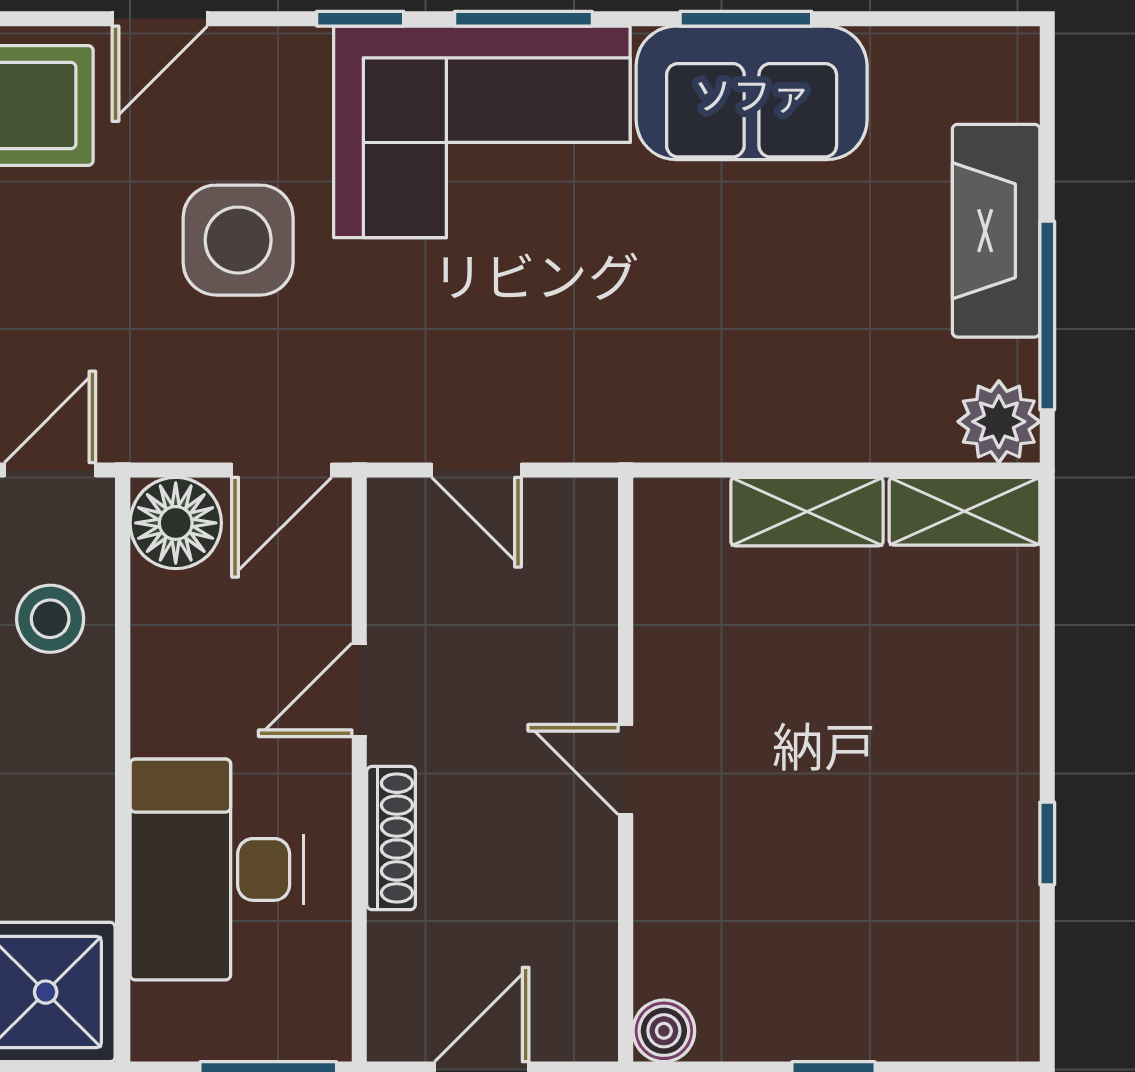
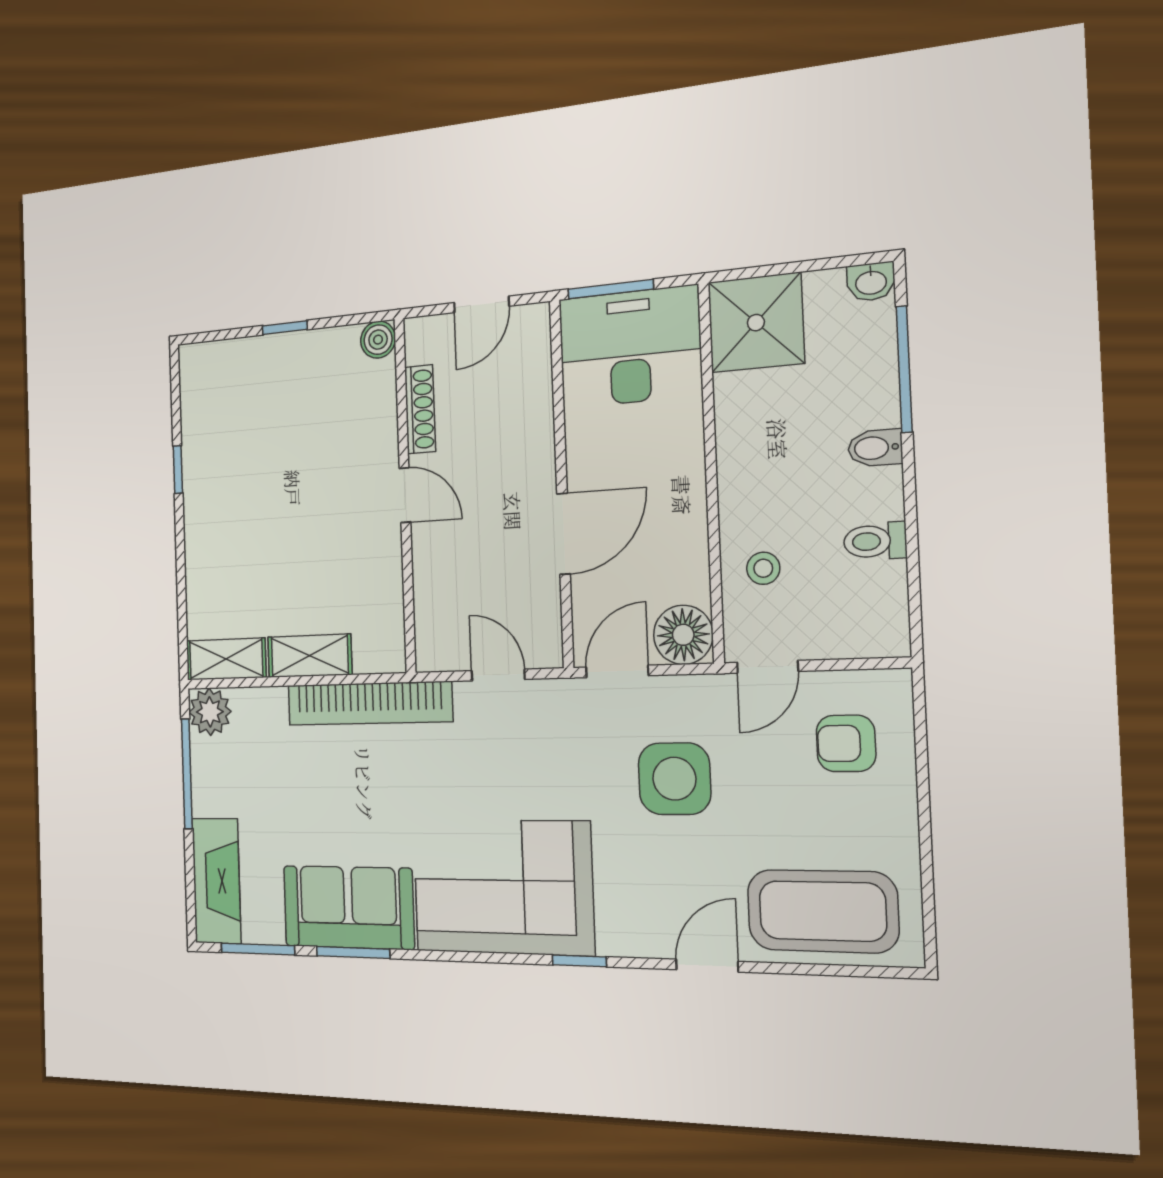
window: (523, 19) -> (258, 949), moved
fireplace: (996, 231) -> (216, 881), moved
side table: (238, 240) -> (674, 779), moved
bookcase: (702, 429) -> (369, 703), added
stool: (50, 619) -> (763, 568), width x0.73, depth x0.73
door: (359, 690) -> (564, 534), width x1.38
shoe rack: (391, 838) -> (420, 409), moved, turned 180
desk: (217, 869) -> (630, 347), moved, turned -90

